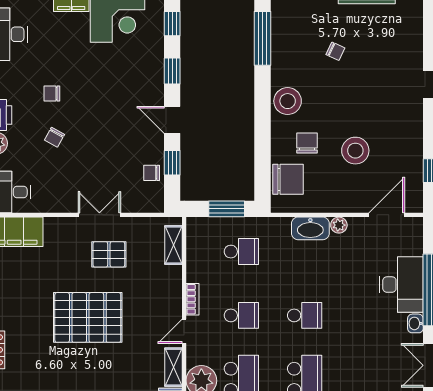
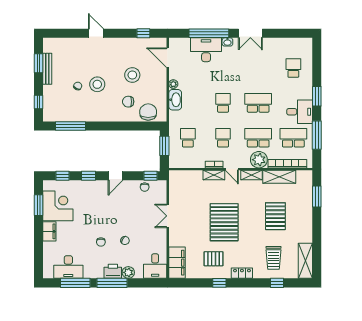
stool: (288, 101) -> (97, 84), moved
window: (172, 163) -> (151, 176), moved
shelving: (173, 245) -> (214, 175), moved
pallet: (109, 254) -> (214, 259), moved, turned 90

